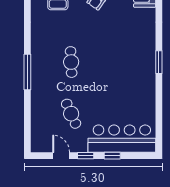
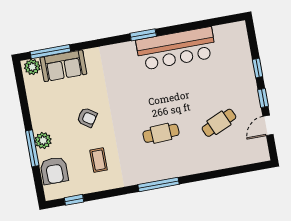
window: (27, 72) -> (158, 184), moved
bar counter: (122, 139) -> (176, 49), moved, turned -90

